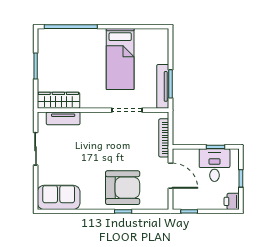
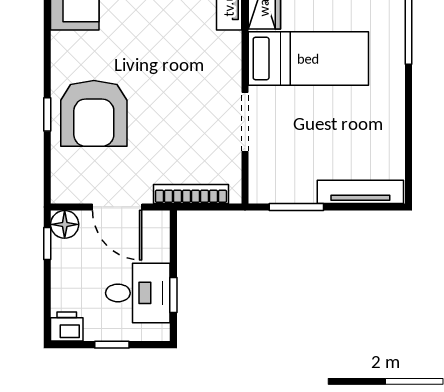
bed: (120, 59) -> (308, 59), moved, turned 180
tv unit: (163, 86) -> (360, 192), moved
door: (171, 176) -> (117, 207), hinge flipped
floor lamp: (179, 203) -> (65, 224), added

